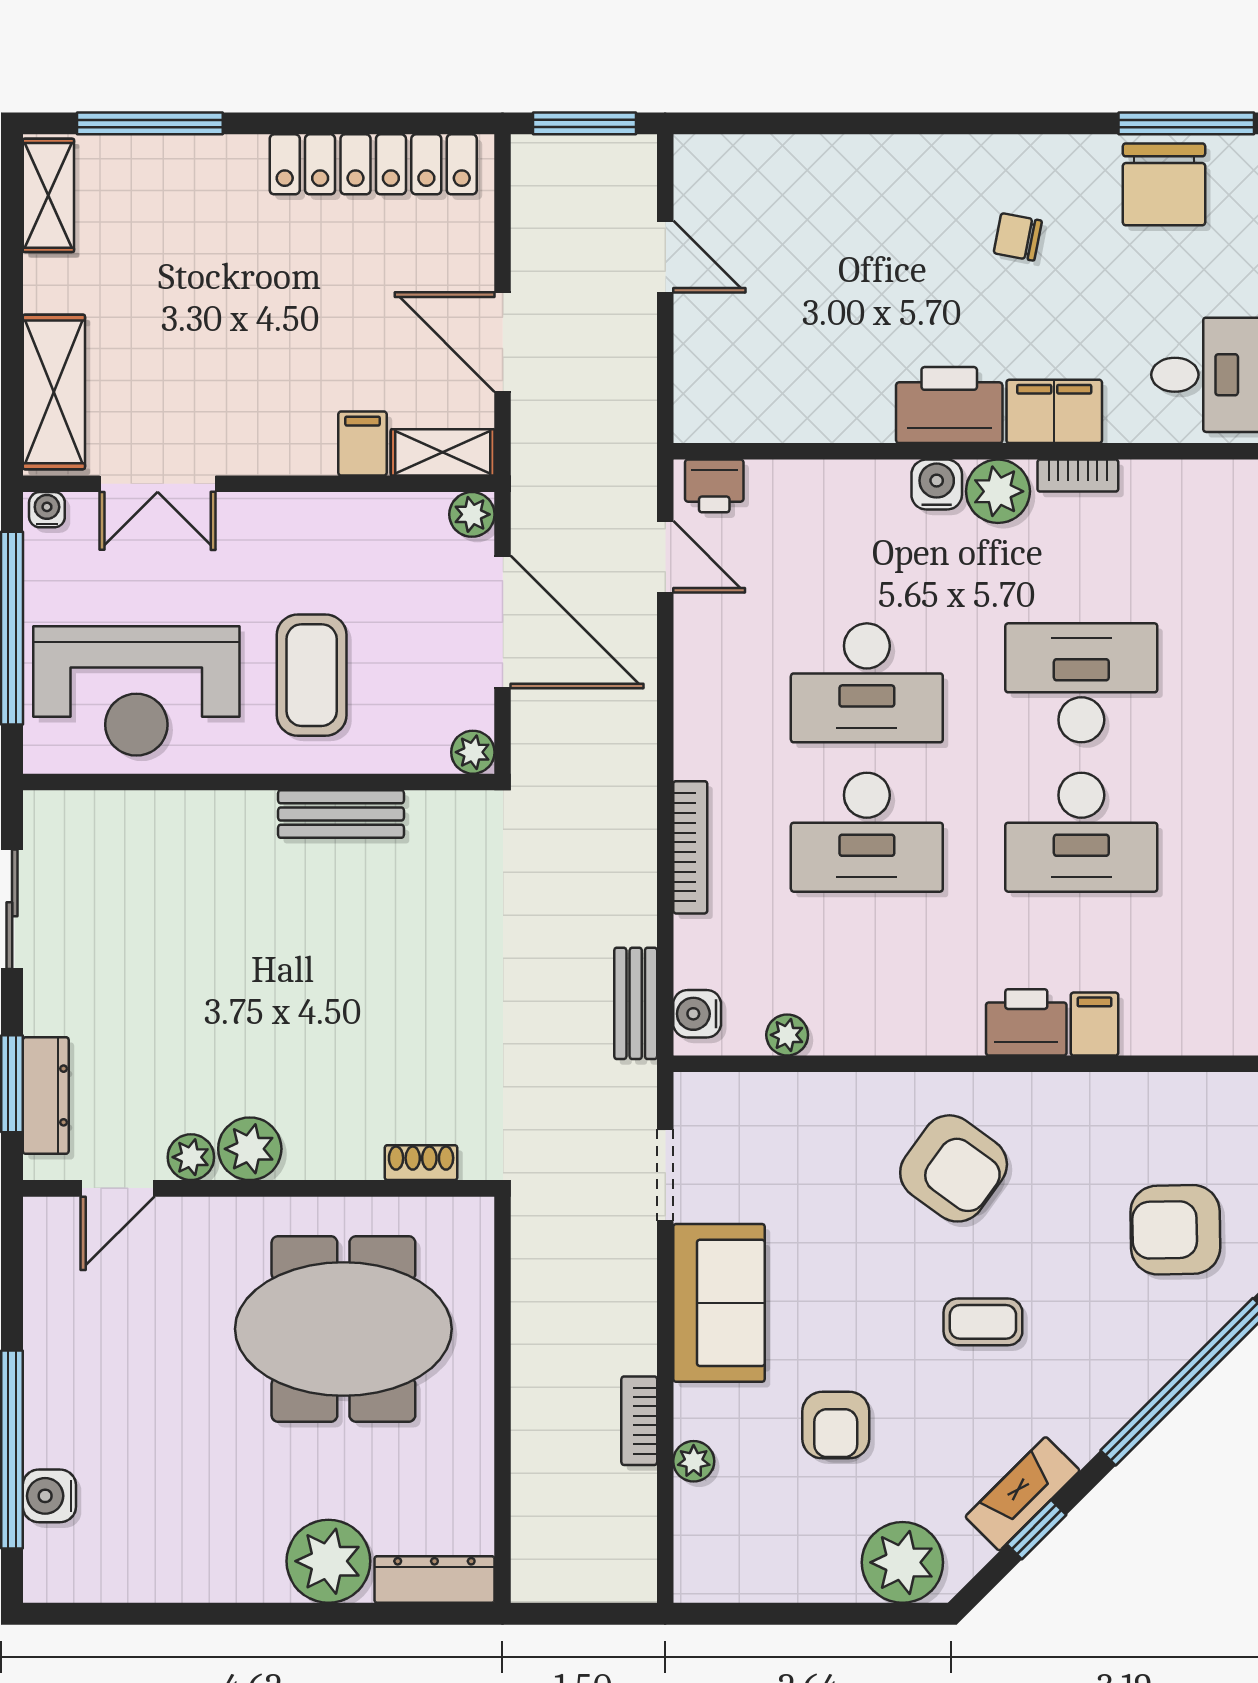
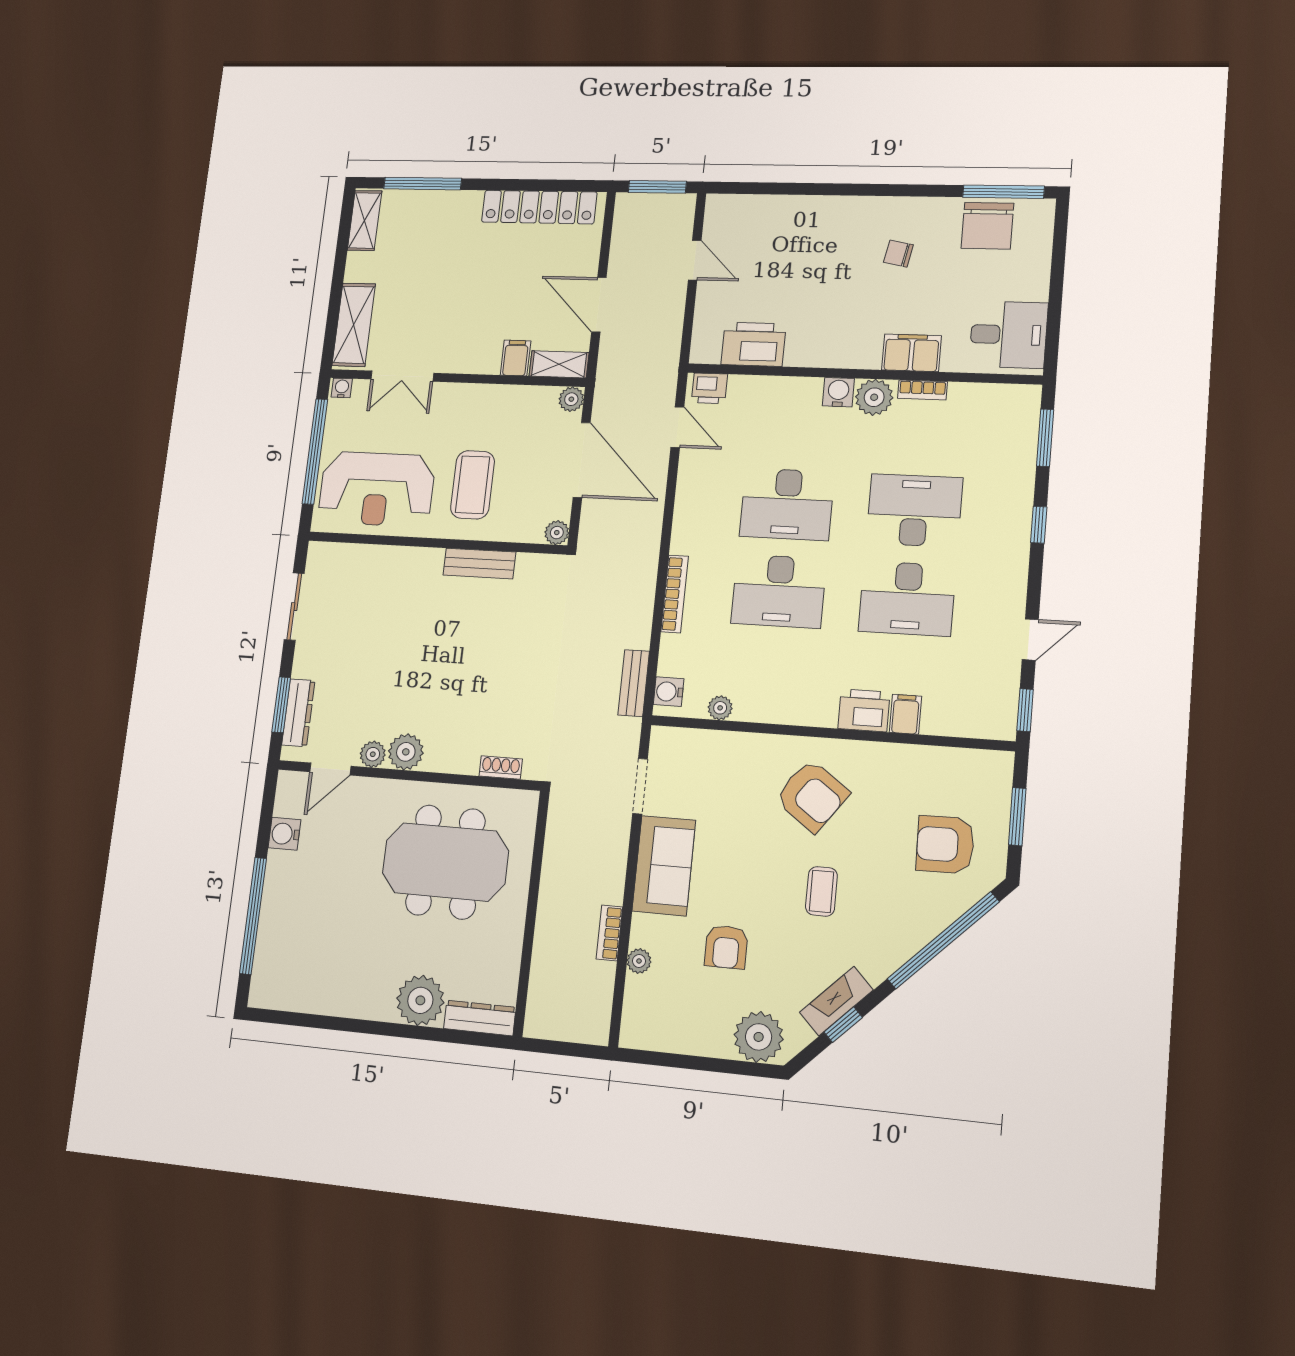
printer: (949, 405) -> (753, 344), moved
coffee table: (983, 1322) -> (821, 891), turned 90
water cooler: (49, 1496) -> (284, 834), moved

